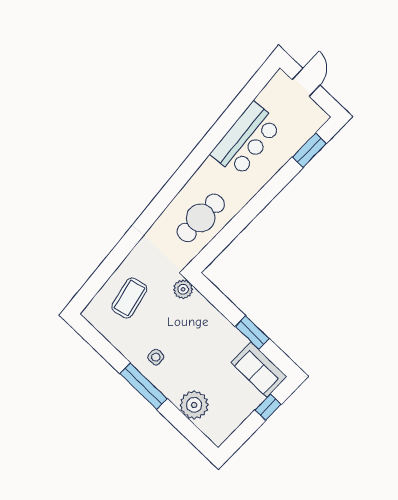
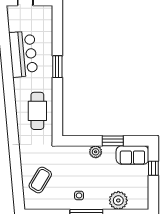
window: (309, 150) -> (57, 67), moved
plant: (183, 289) -> (96, 152), moved
coffee table: (129, 298) -> (40, 180), turned 44

